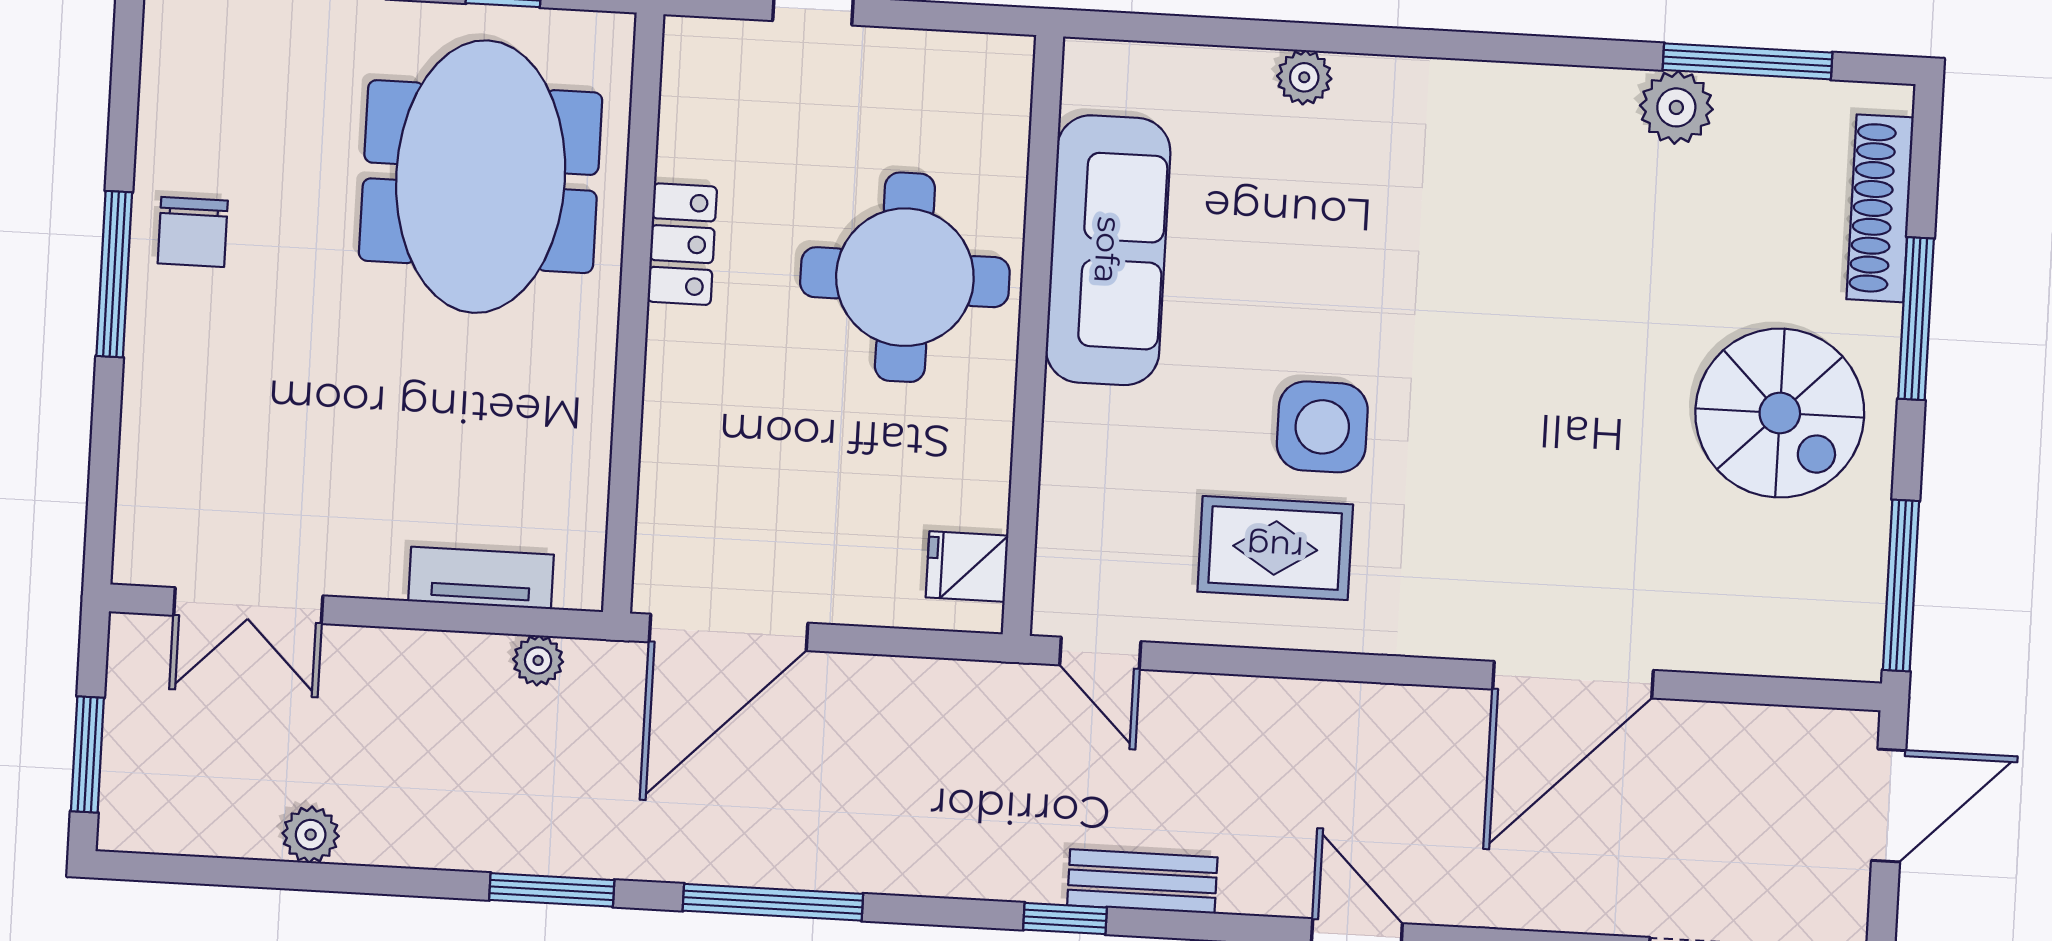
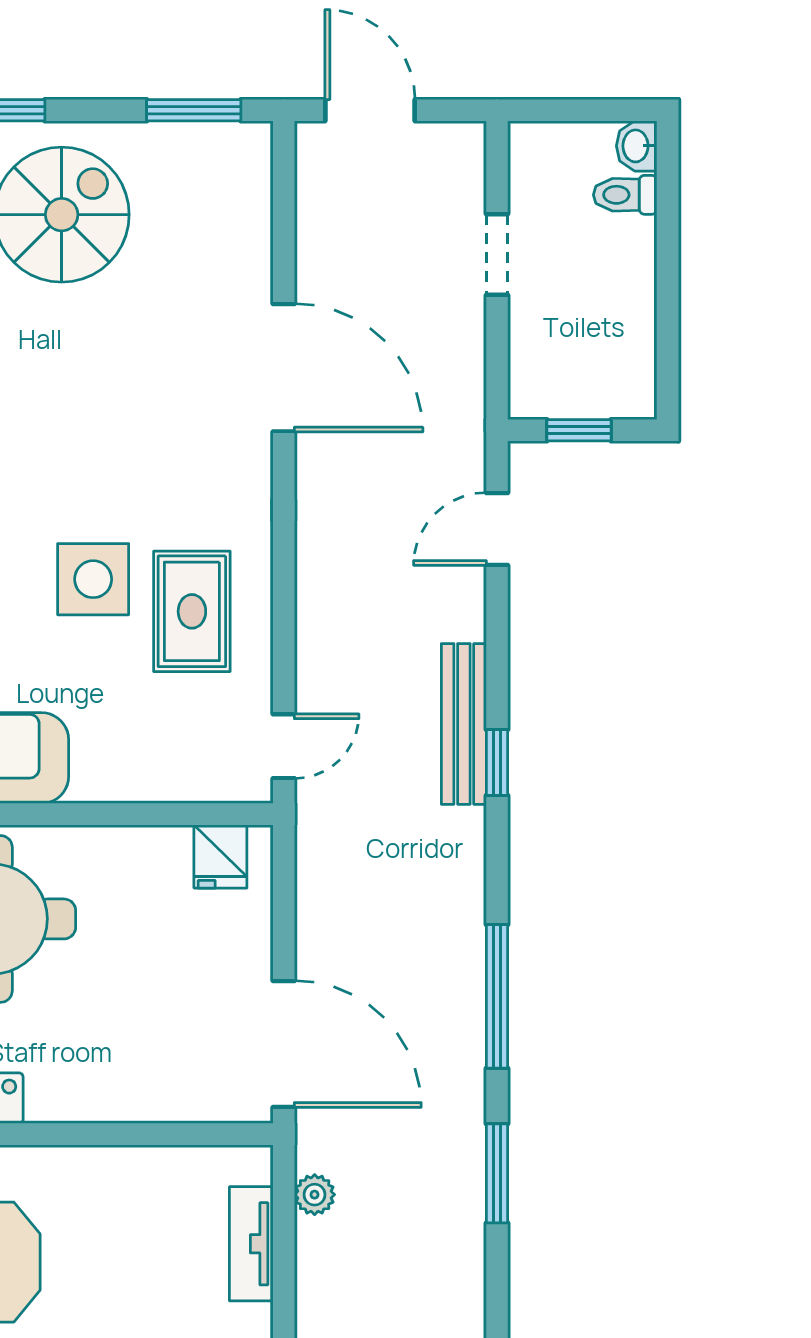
window: (1901, 585) -> (194, 110), width x0.69
bench: (1142, 881) -> (464, 724), width x1.36

